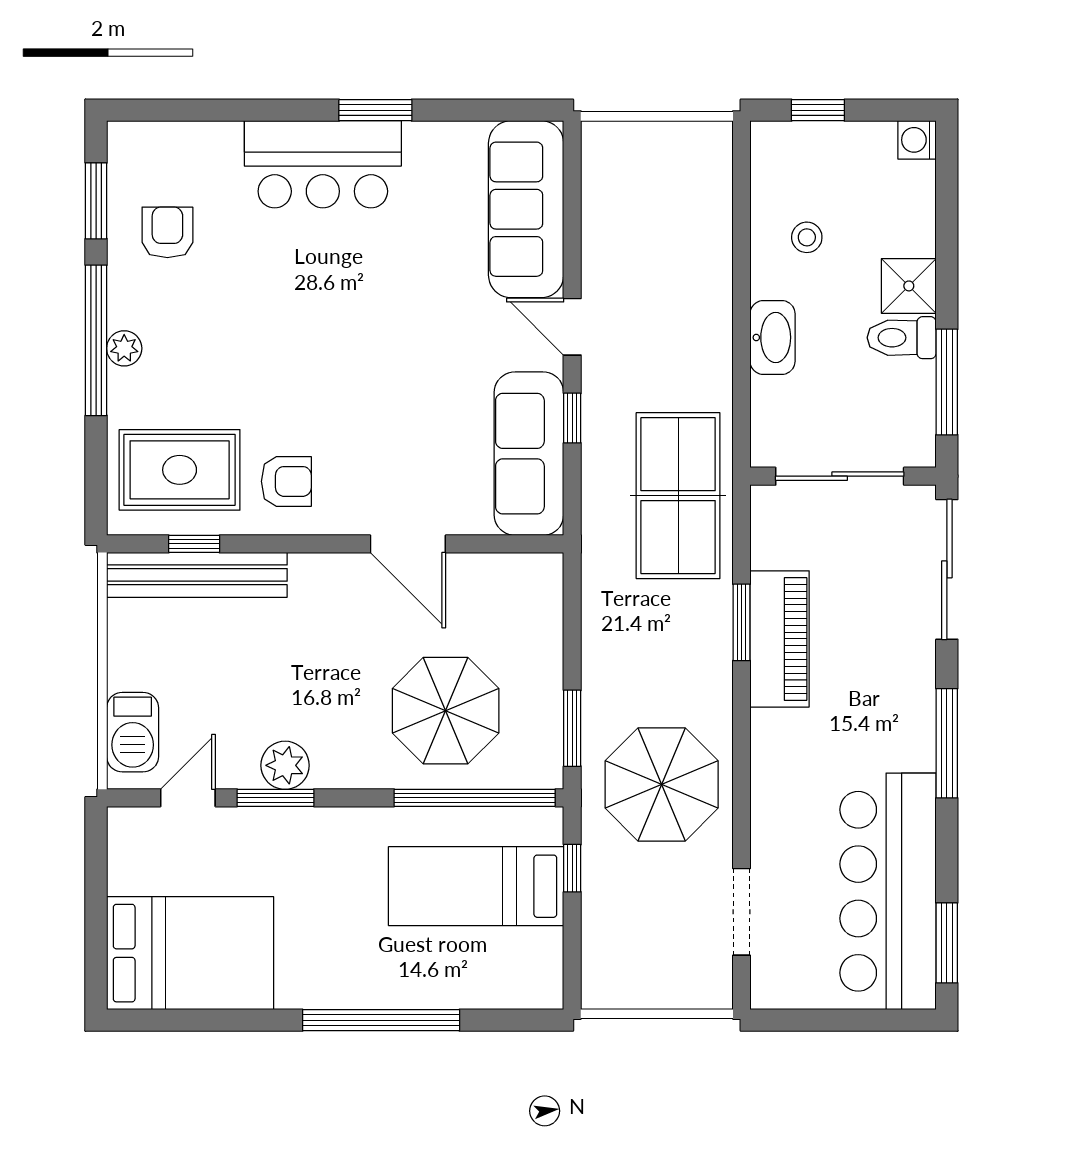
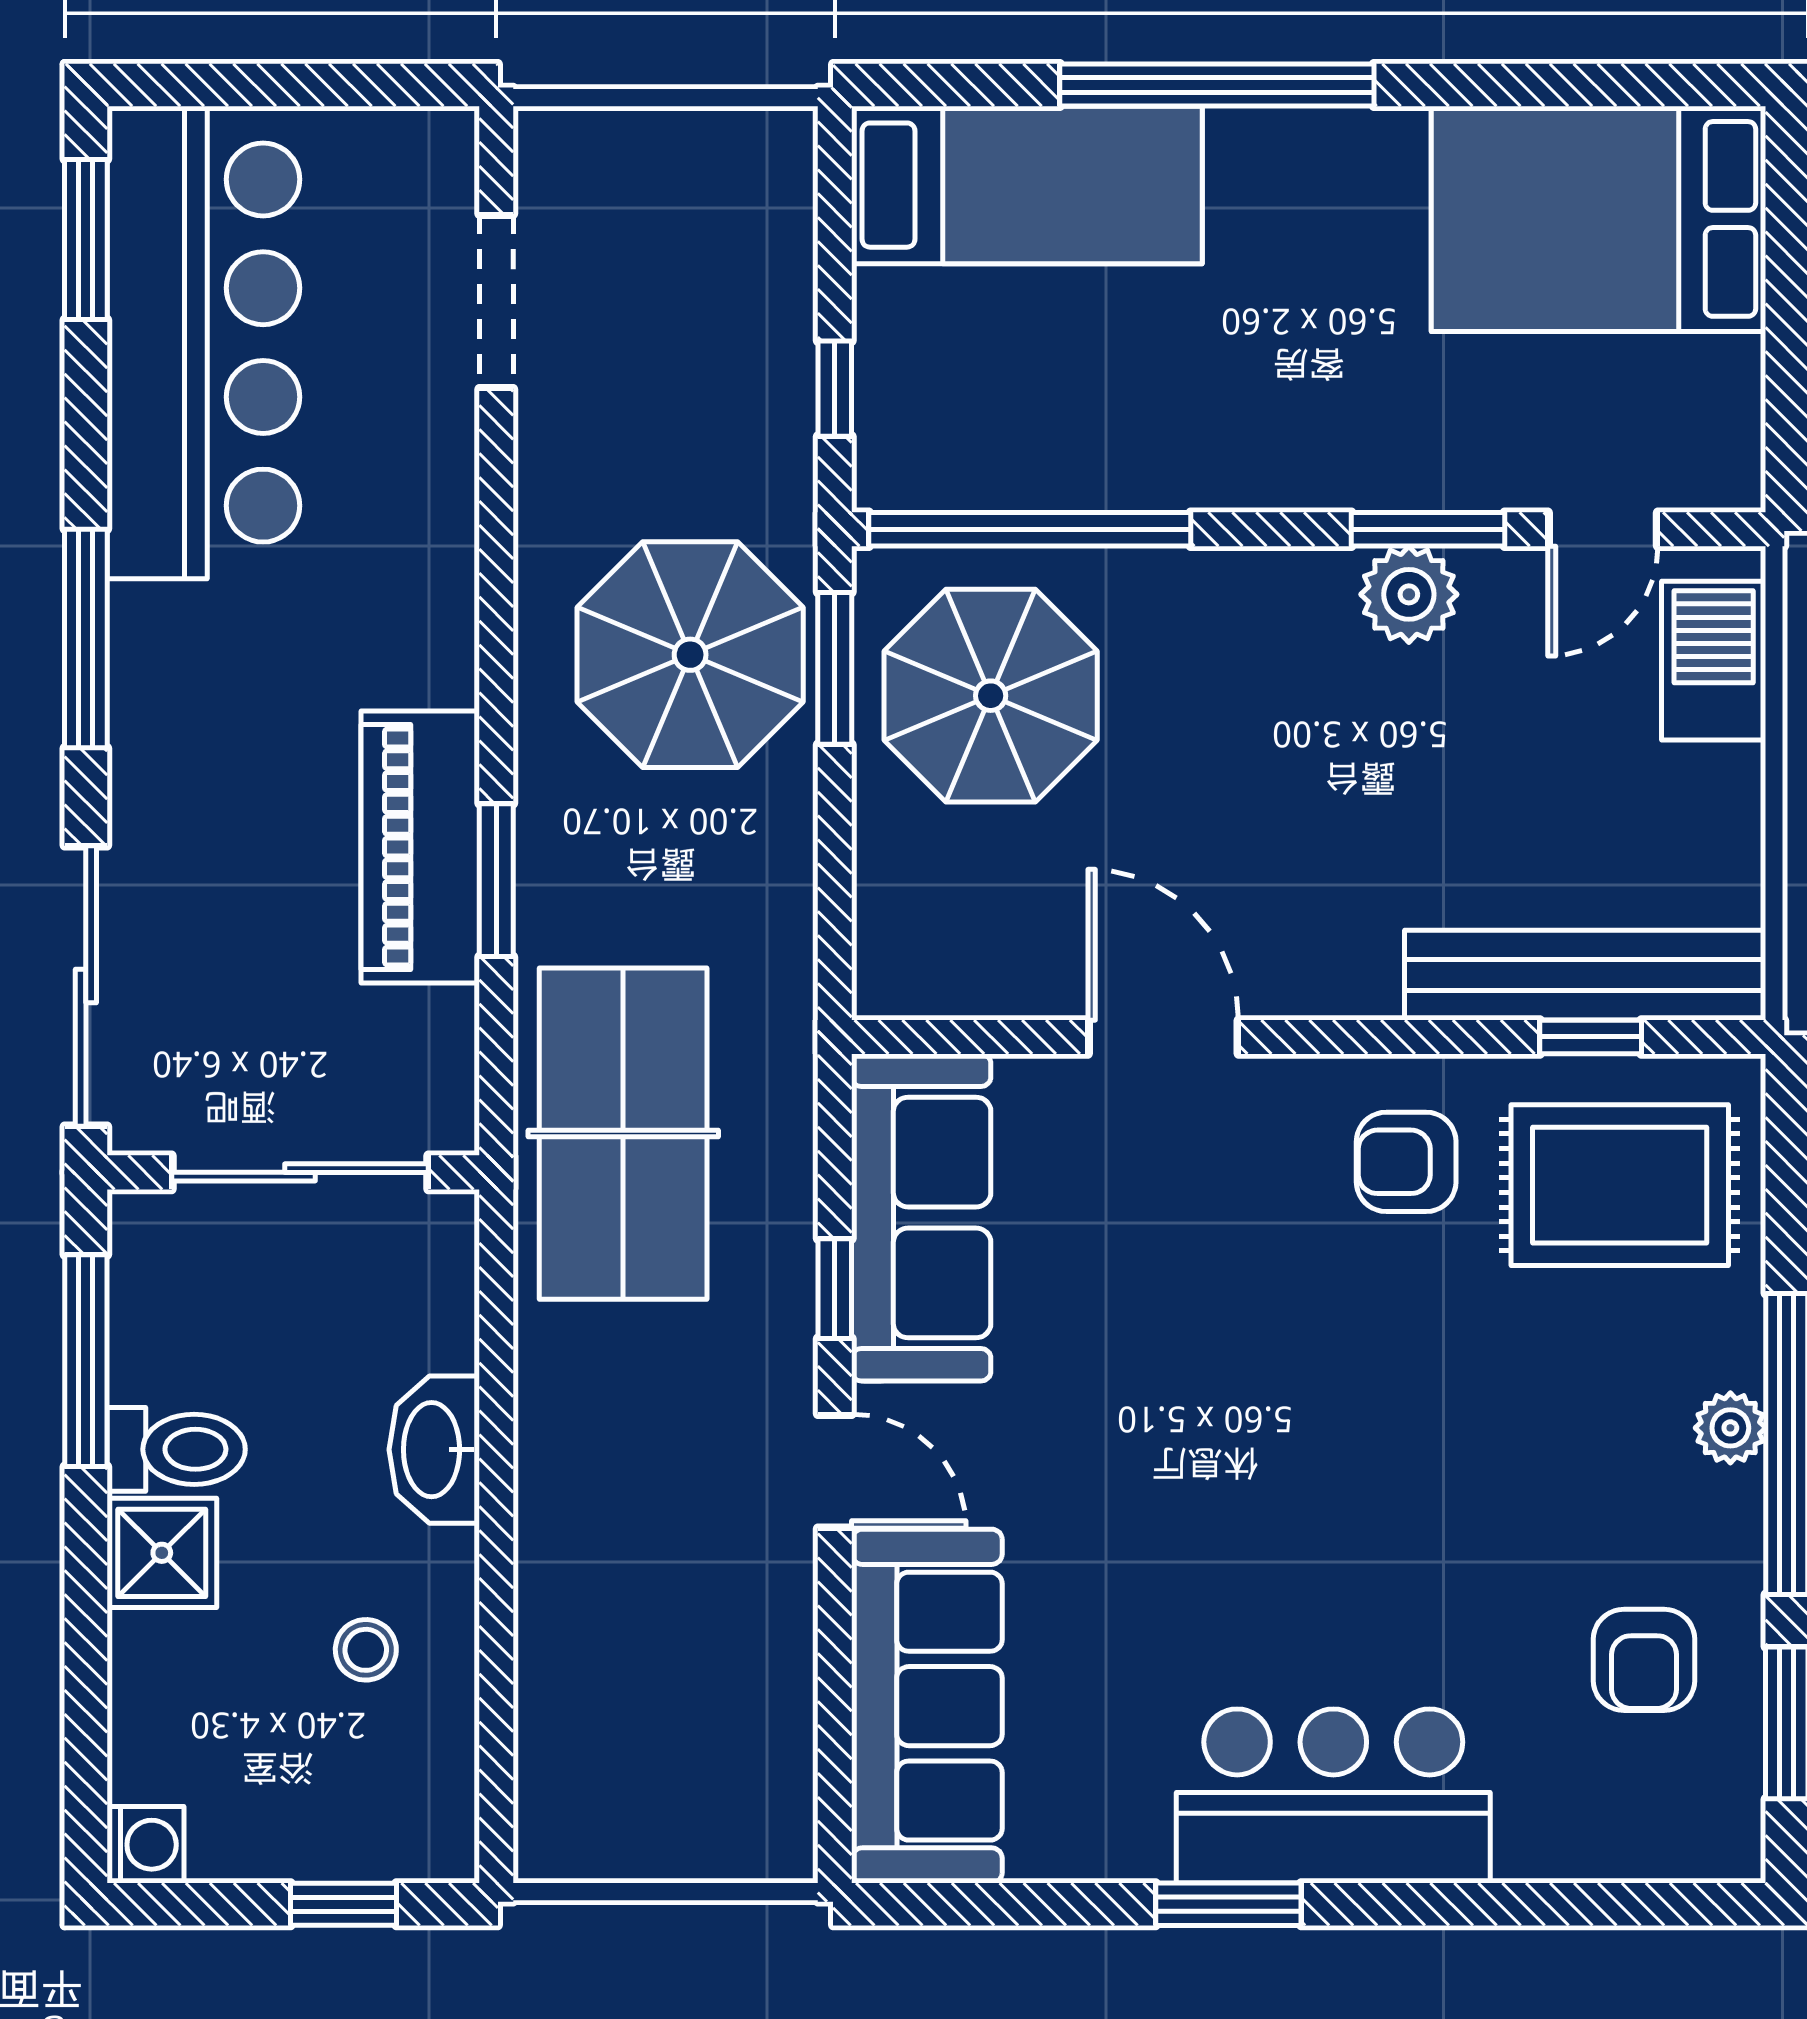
parasol: (446, 711) -> (991, 696), moved
parasol: (662, 784) -> (690, 655), moved
bed: (476, 886) -> (1027, 185), moved

